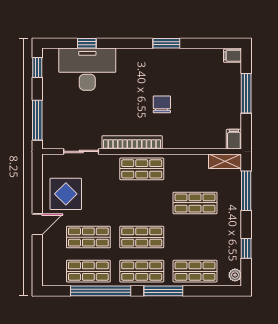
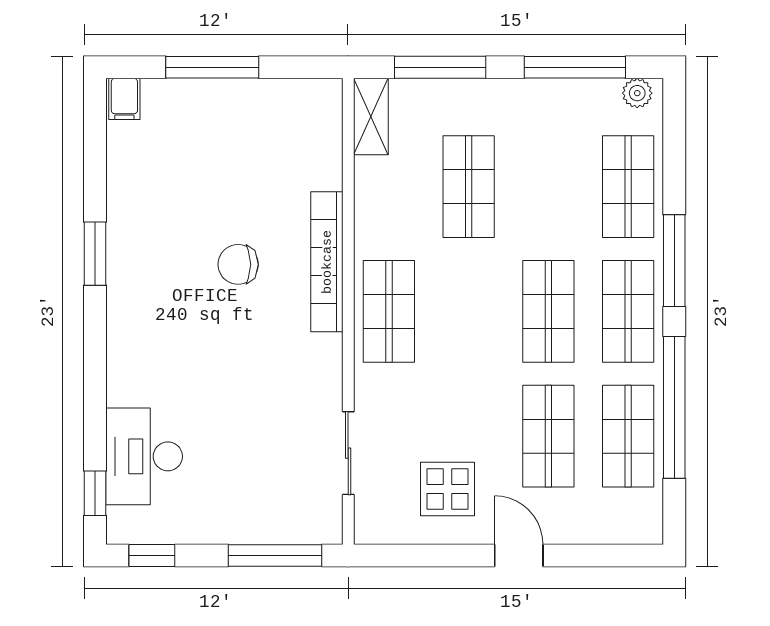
window: (87, 43) -> (95, 493), moved
desk: (87, 69) -> (144, 456), width x0.73, depth x0.77
filing cabinet: (234, 139) -> (319, 96), removed
bookcase: (132, 142) -> (327, 262), moved
display table: (66, 194) -> (447, 489), width x0.73, depth x0.73
window: (246, 248) -> (575, 67), width x2.17

